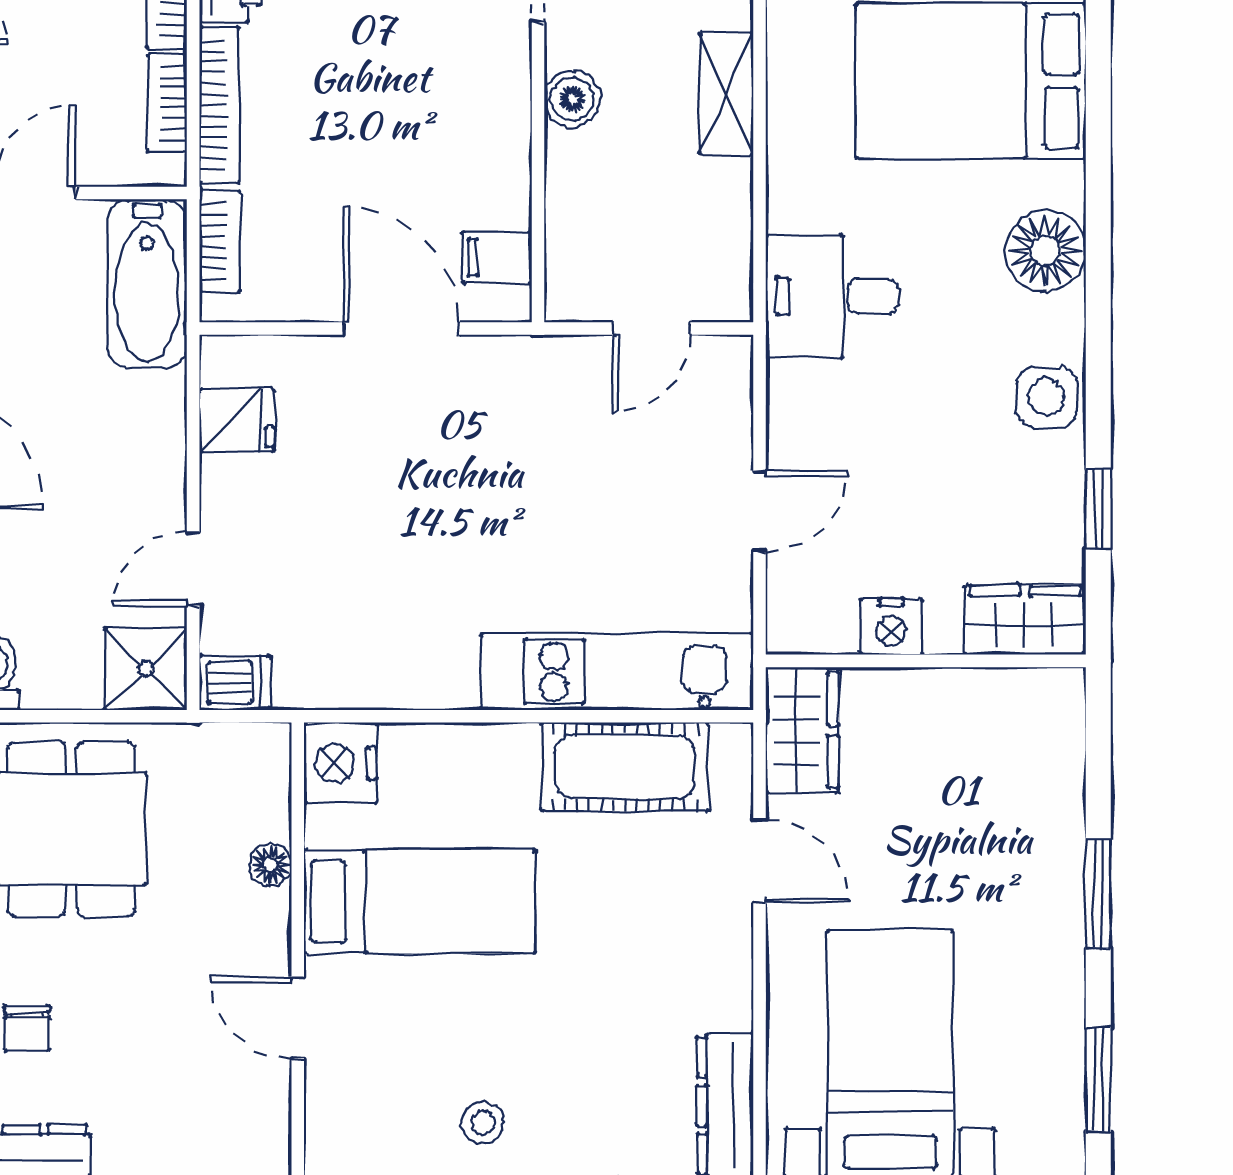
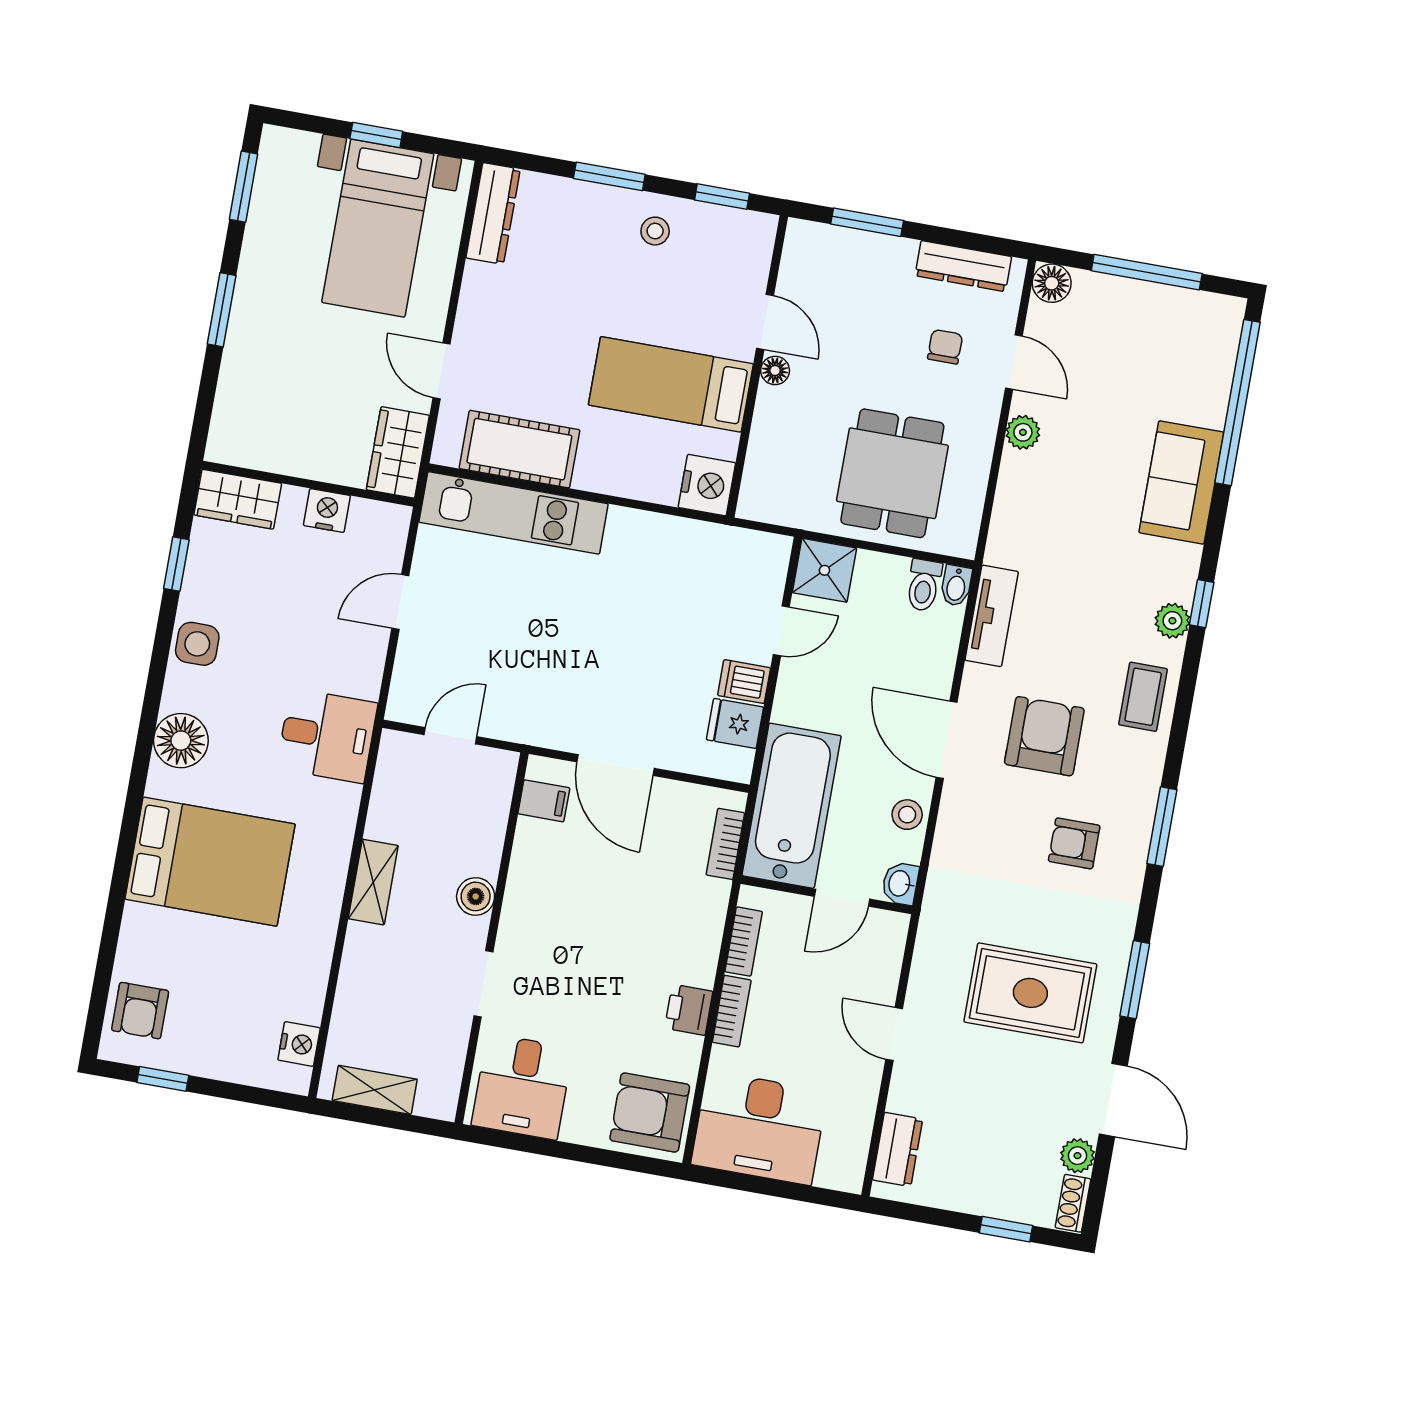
bookcase: (219, 105) -> (710, 934), removed
bathtub: (147, 284) -> (792, 806), width x1.36, depth x1.36
dishwasher: (235, 683) -> (744, 682), moved
floor lamp: (270, 865) -> (775, 370), moved

